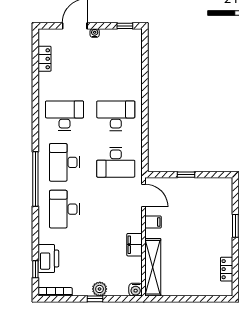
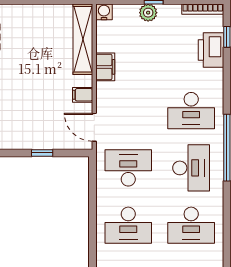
desk: (65, 209) -> (191, 111), turned 90

